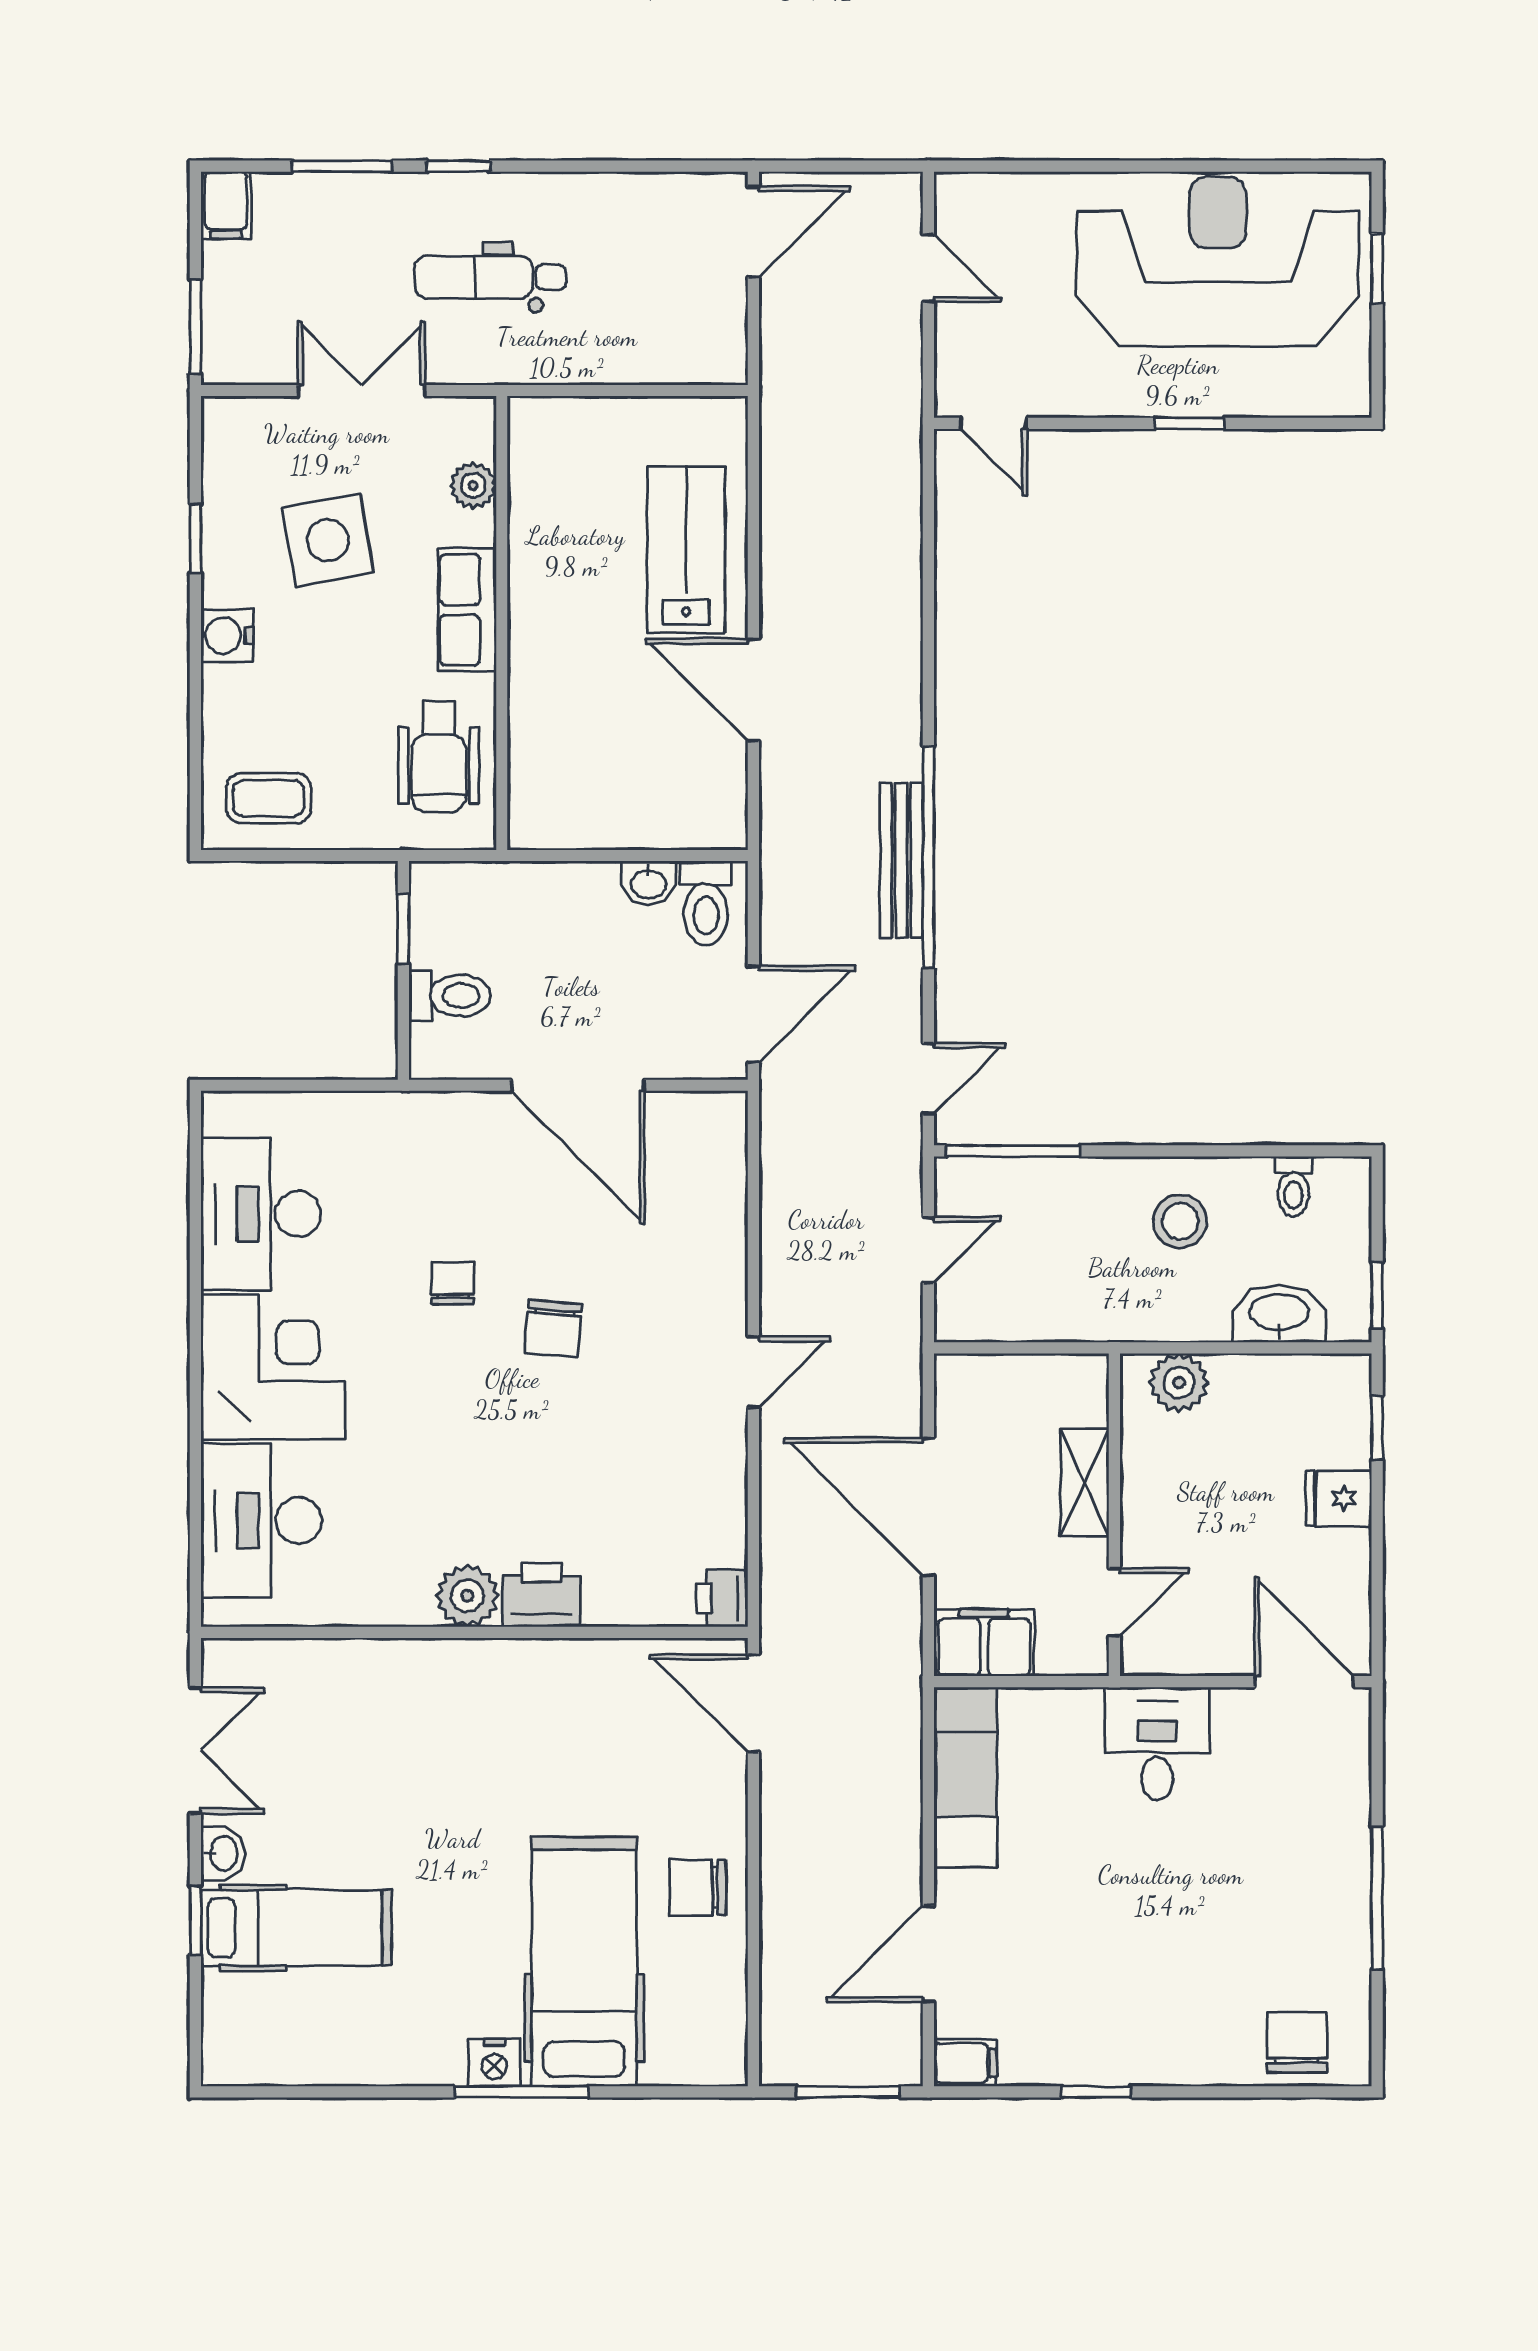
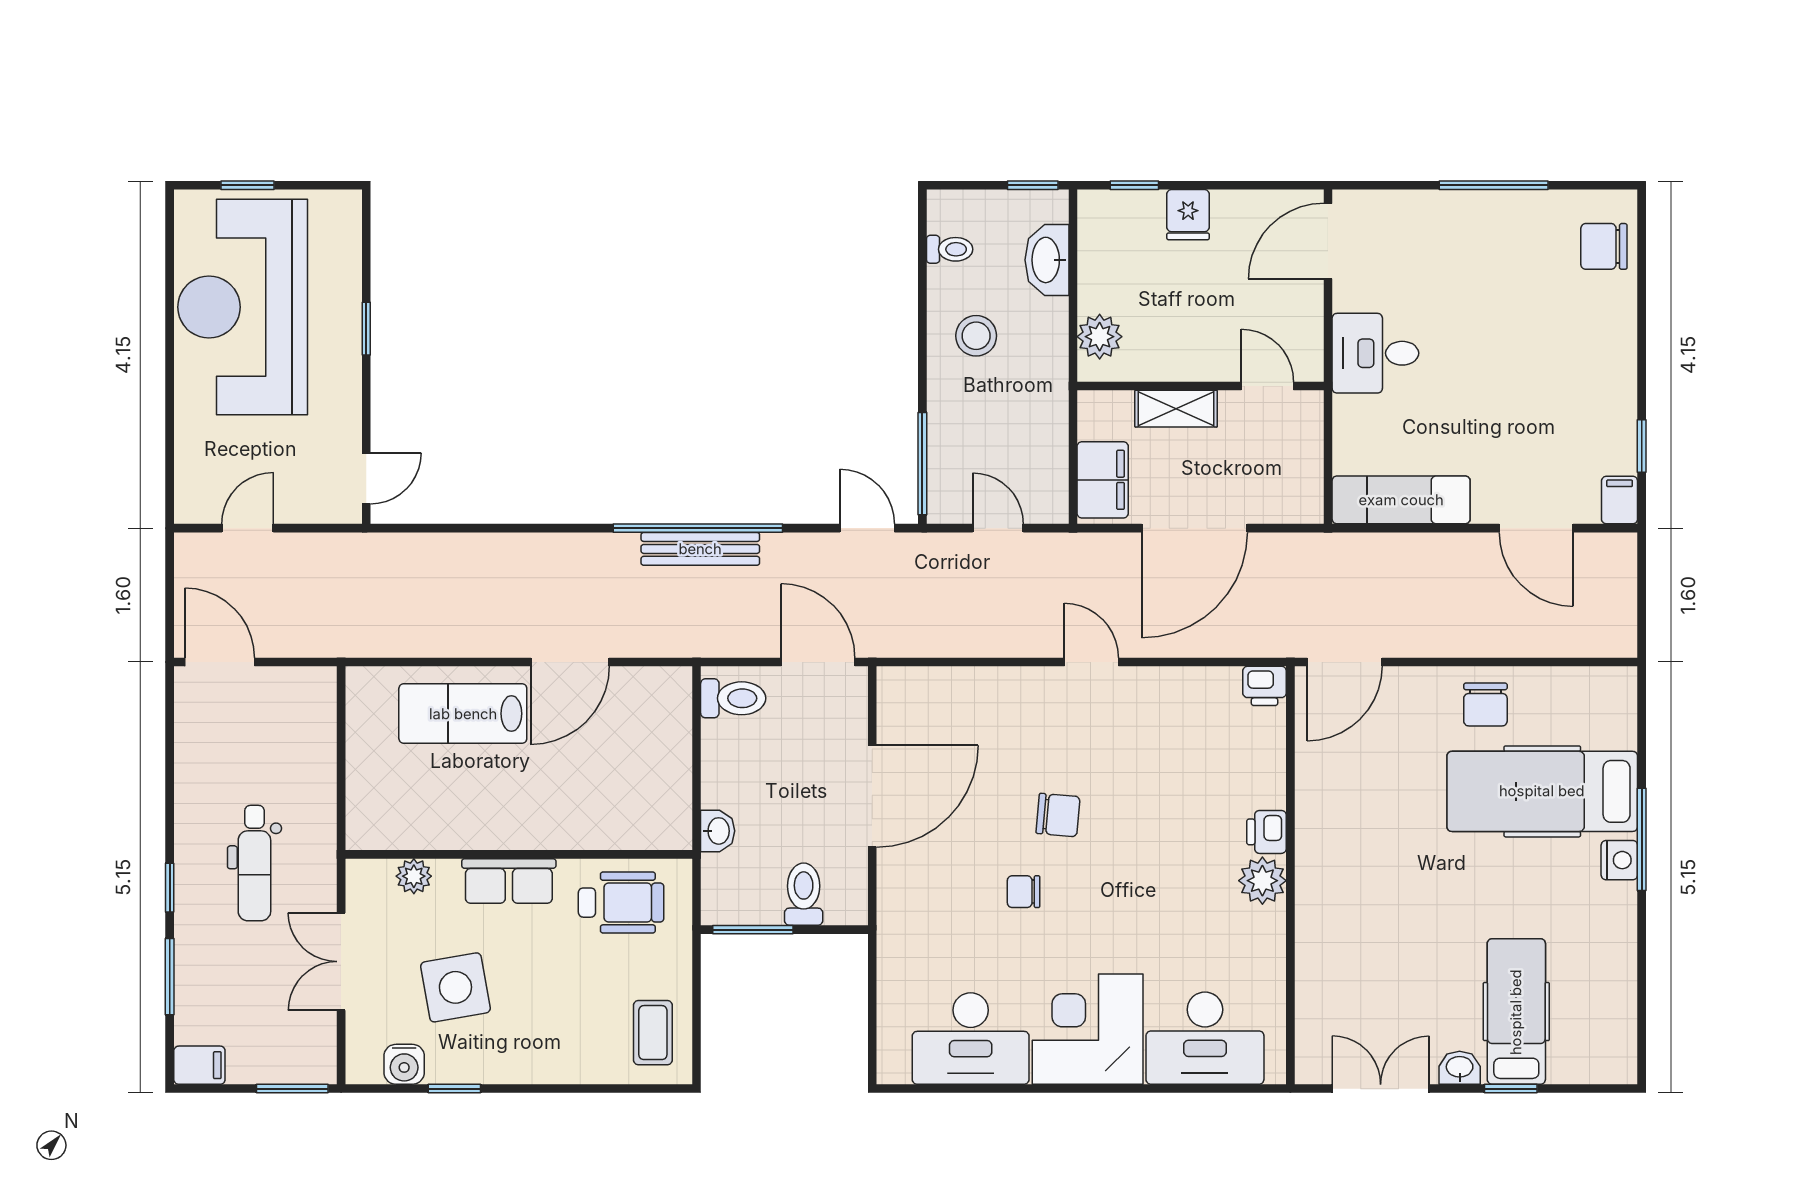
water cooler: (227, 636) -> (404, 1064), moved
washbasin: (648, 883) -> (718, 831), moved
window: (403, 929) -> (753, 930), width x1.50
printer: (541, 1595) -> (1267, 832), width x0.73, depth x0.81
filing cabinet: (984, 1643) -> (1103, 480), moved, turned 180
window: (848, 2092) -> (1642, 590), removed
window: (1096, 2092) -> (1642, 446), moved

